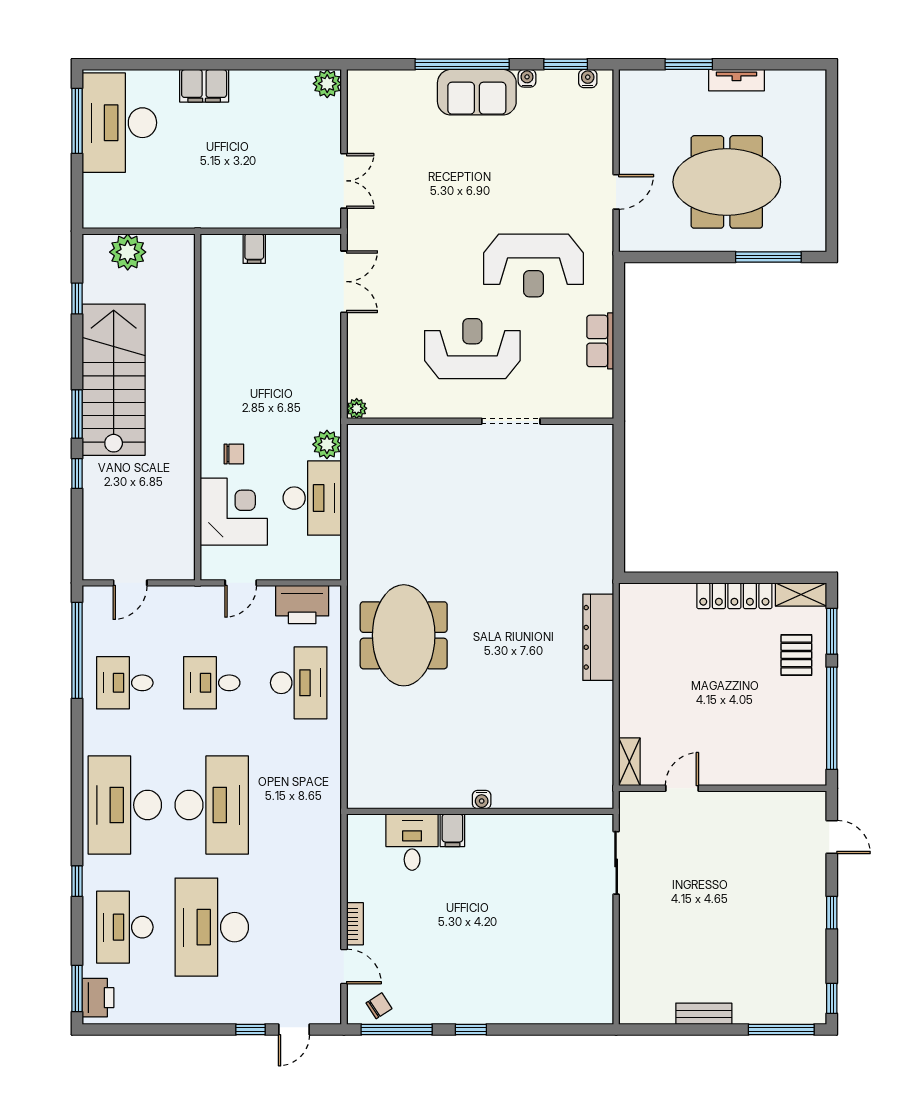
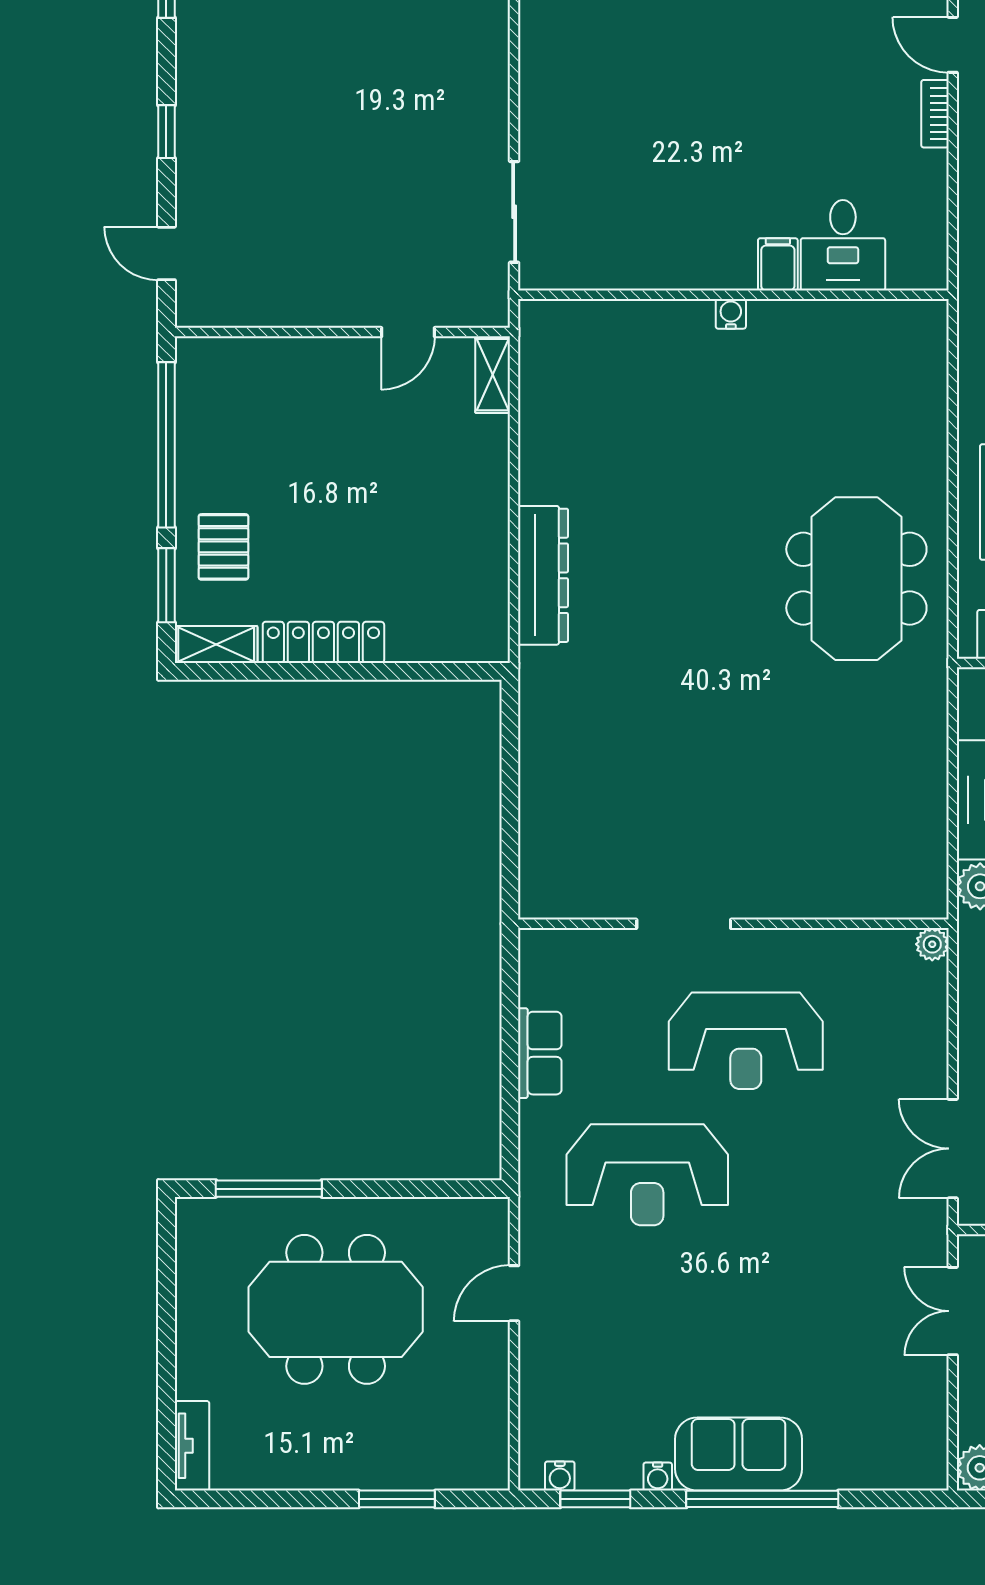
tv unit: (737, 80) -> (192, 1446), moved, turned 90
reception desk: (533, 265) -> (647, 1175), turned 180

